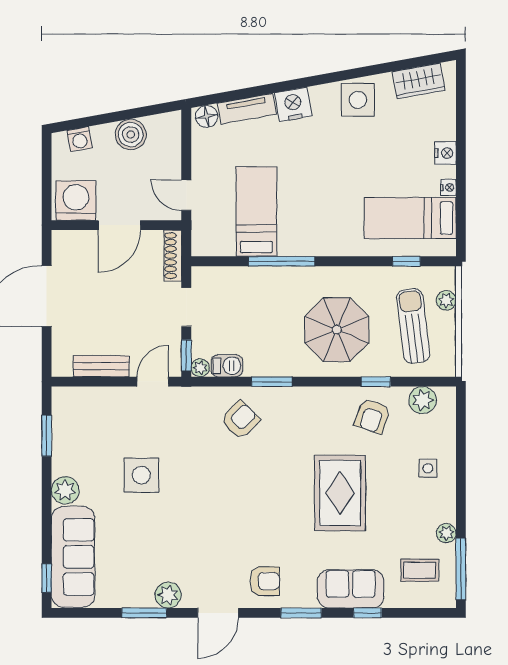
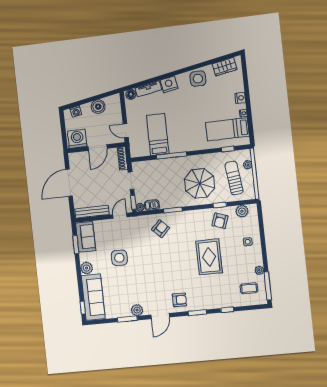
bench: (101, 366) -> (92, 212), width x1.36
sofa: (351, 589) -> (86, 237), moved, turned 90

